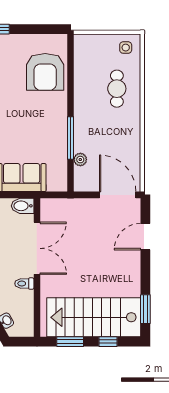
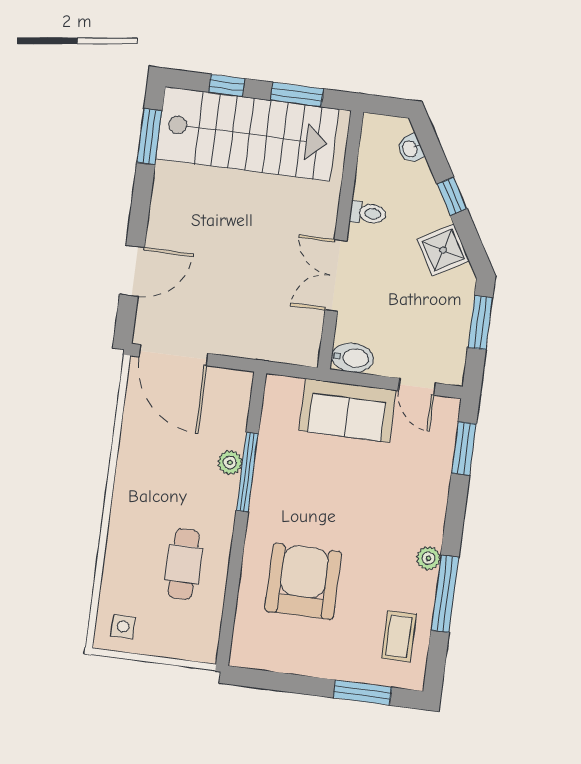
armchair: (45, 72) -> (303, 581), moved
cafe table: (117, 89) -> (184, 564), moved
plant: (80, 160) -> (230, 462), moved
double door: (37, 248) -> (336, 276), width x0.73

